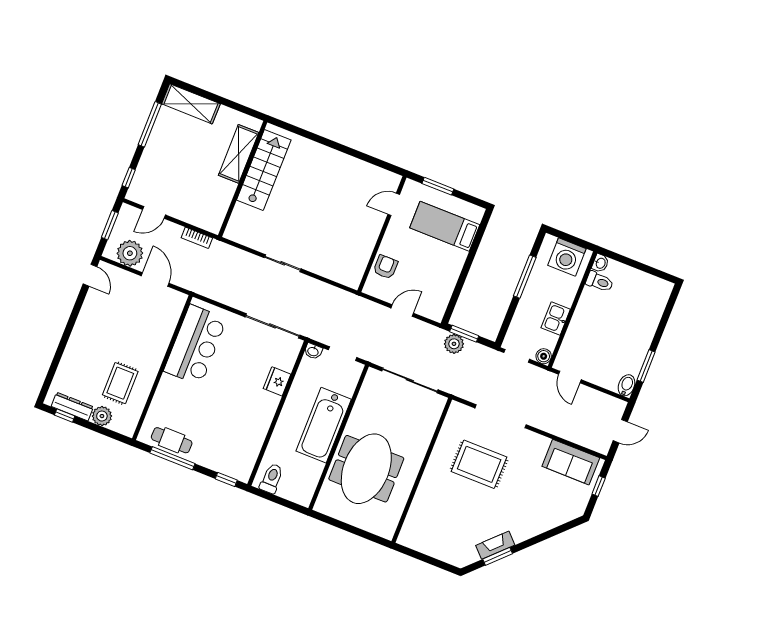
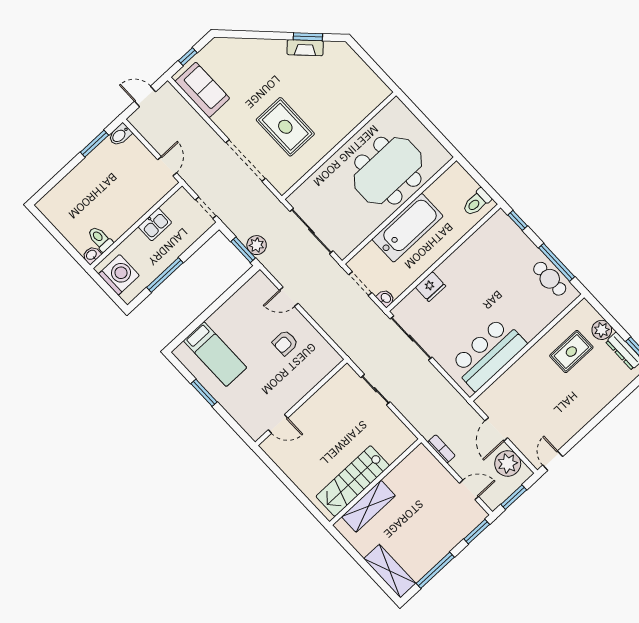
window: (129, 178) -> (477, 532), width x1.50
door: (394, 204) -> (278, 424), moved
wall: (382, 234) -> (301, 402), moved
boiler: (544, 356) -> (182, 196), removed

